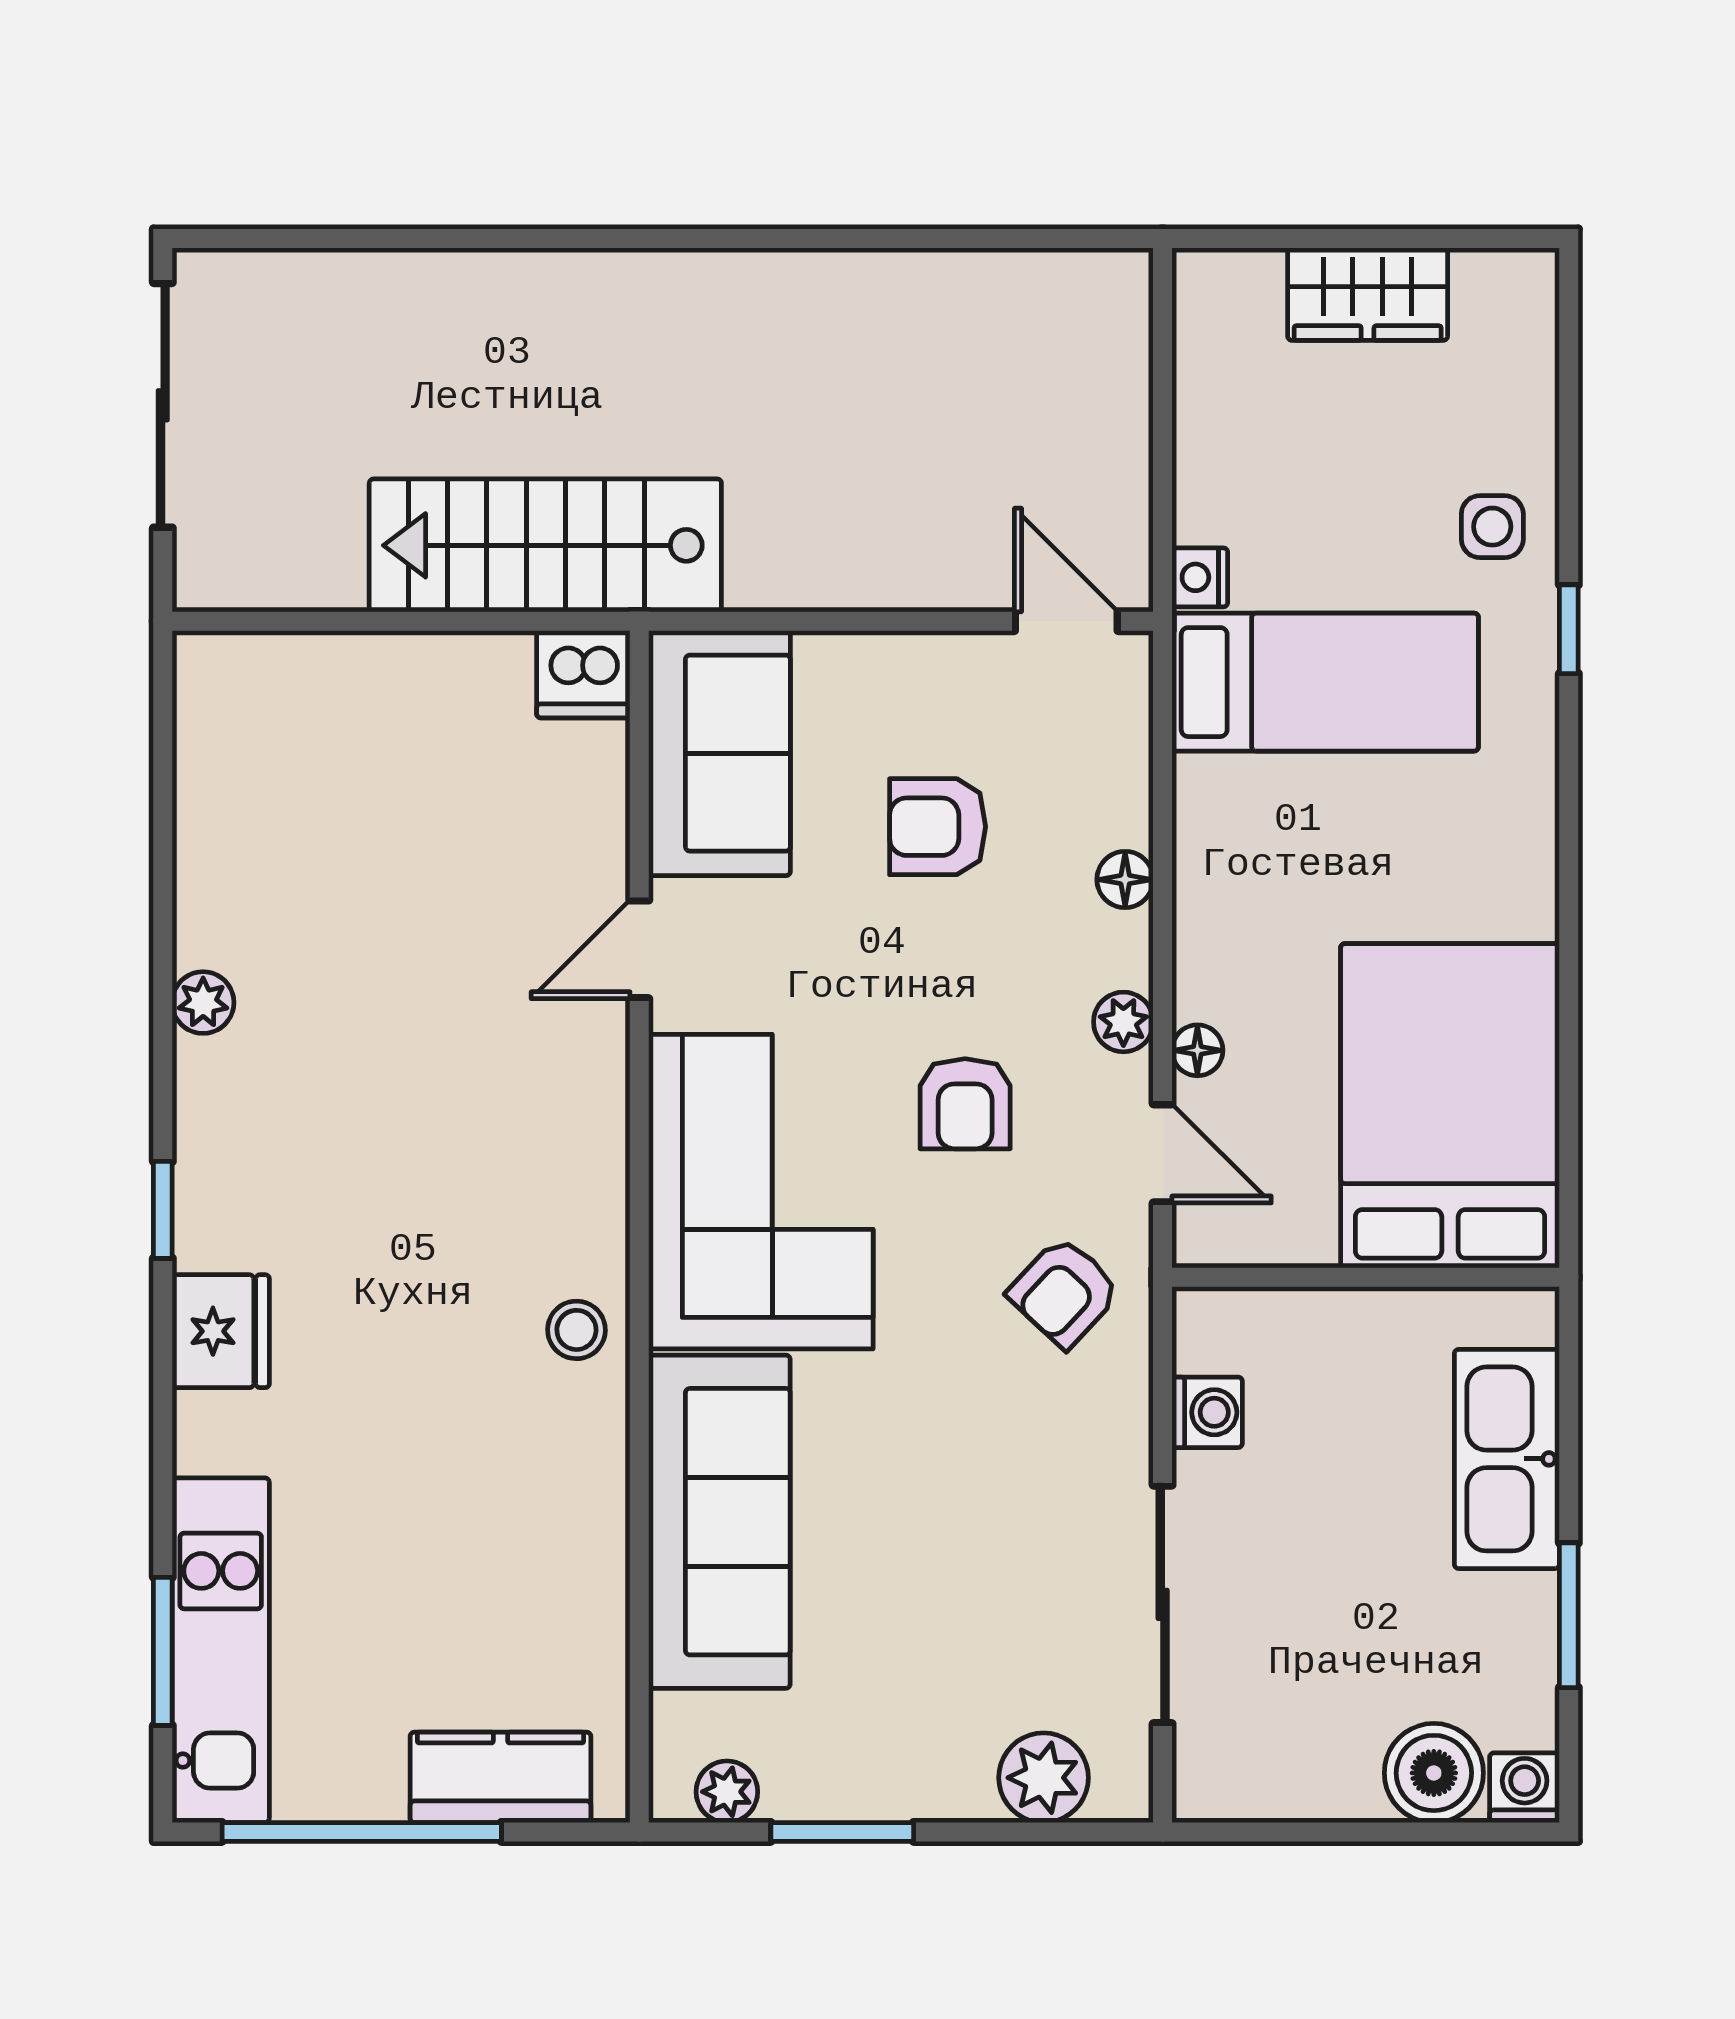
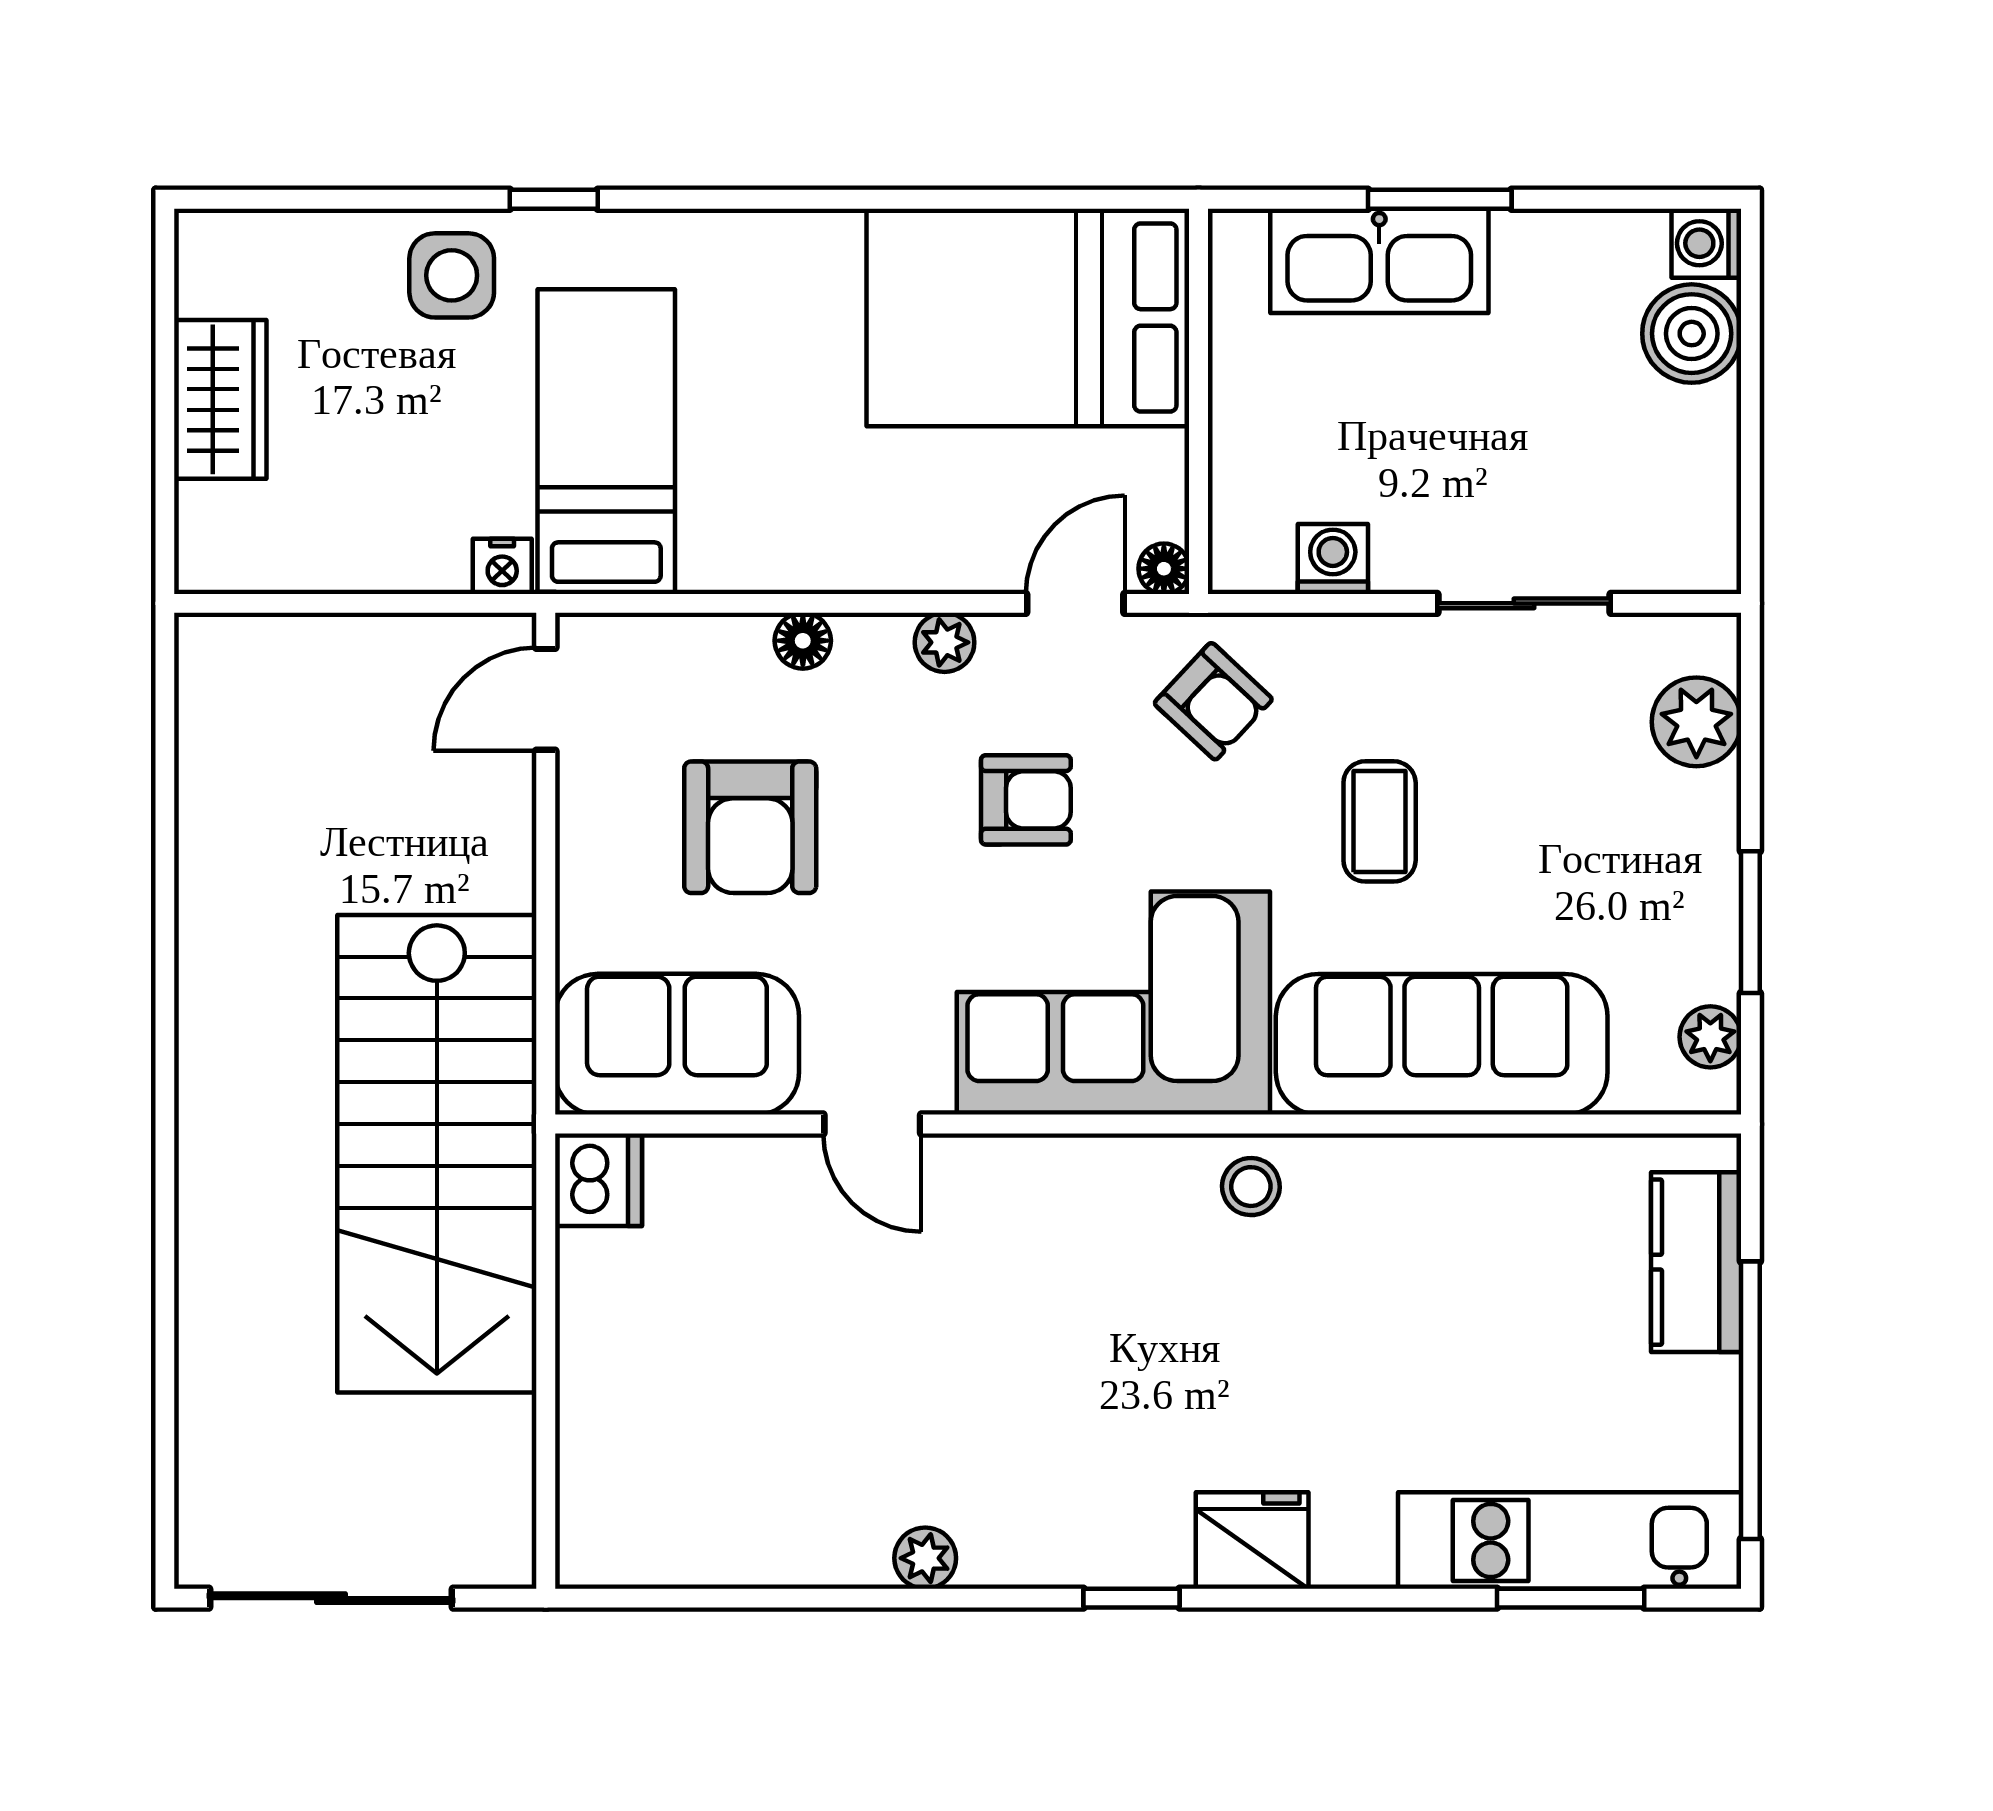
side table: (1492, 527) -> (452, 275), width x1.37, depth x1.37
stairs: (545, 545) -> (437, 1154), width x1.36, depth x1.51
armchair: (938, 827) -> (750, 827), width x1.38, depth x1.38
floor lamp: (1197, 1050) -> (1164, 569), moved
coffee table: (943, 1459) -> (1380, 821), added
sliding door: (1163, 1604) -> (1524, 603), width x0.73
window: (1569, 1615) -> (1440, 199), moved

